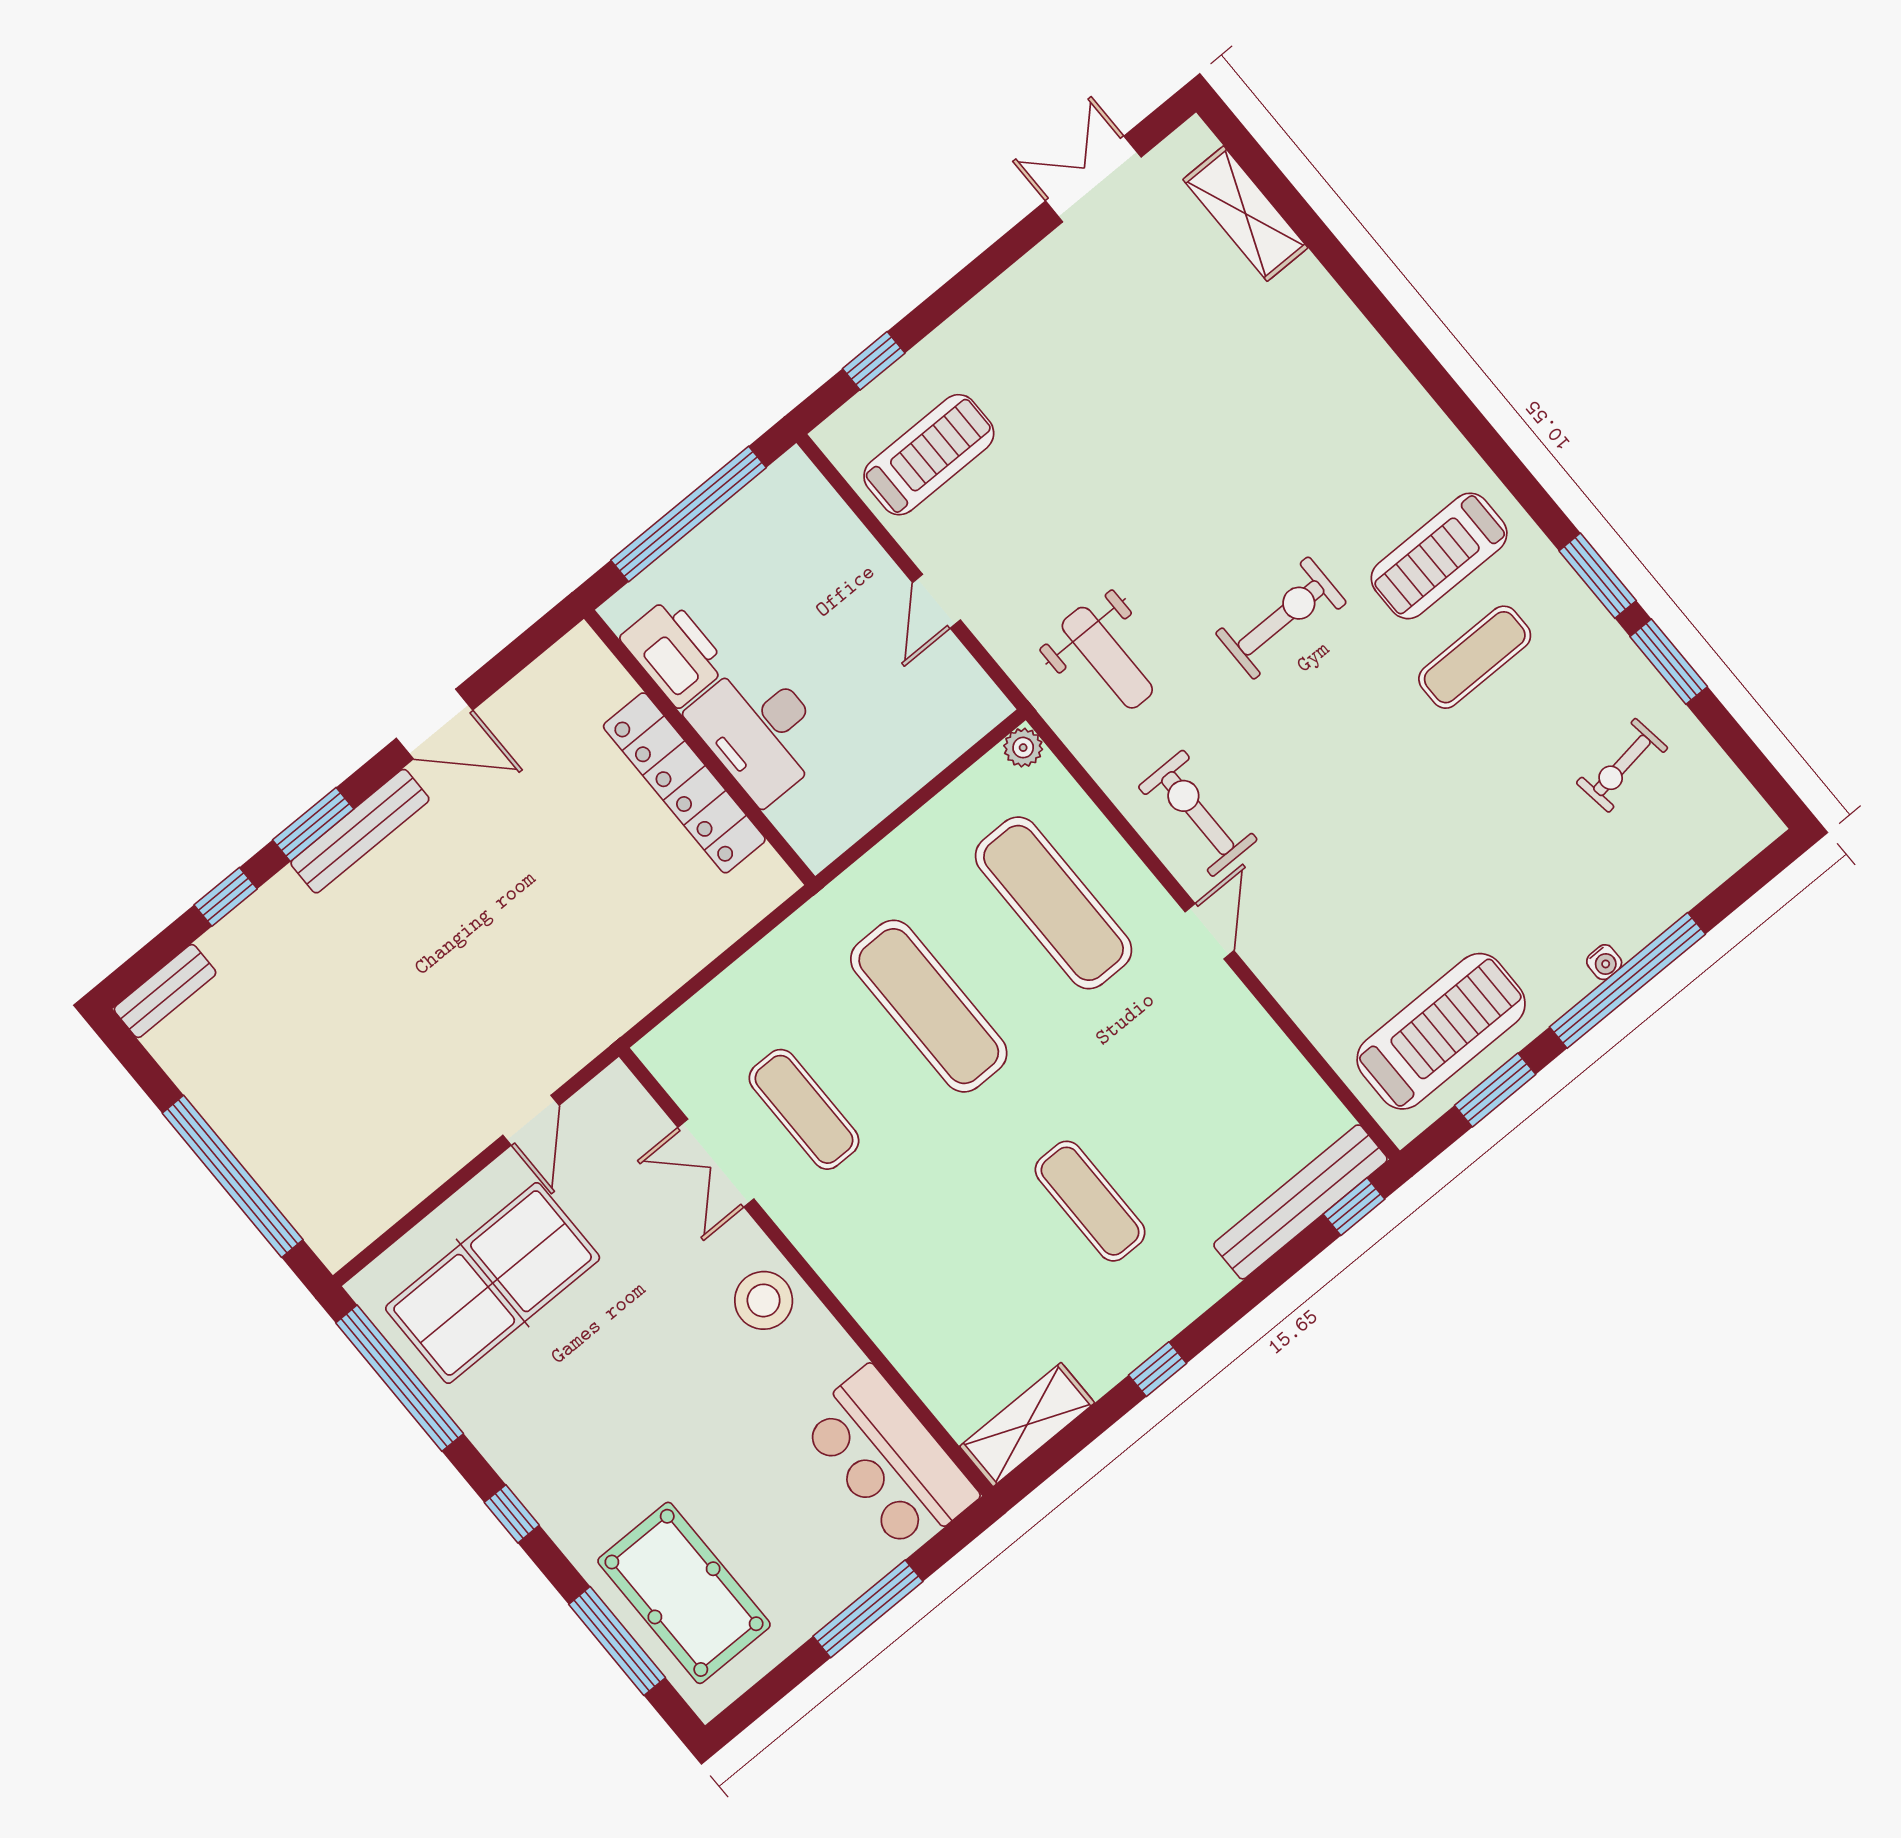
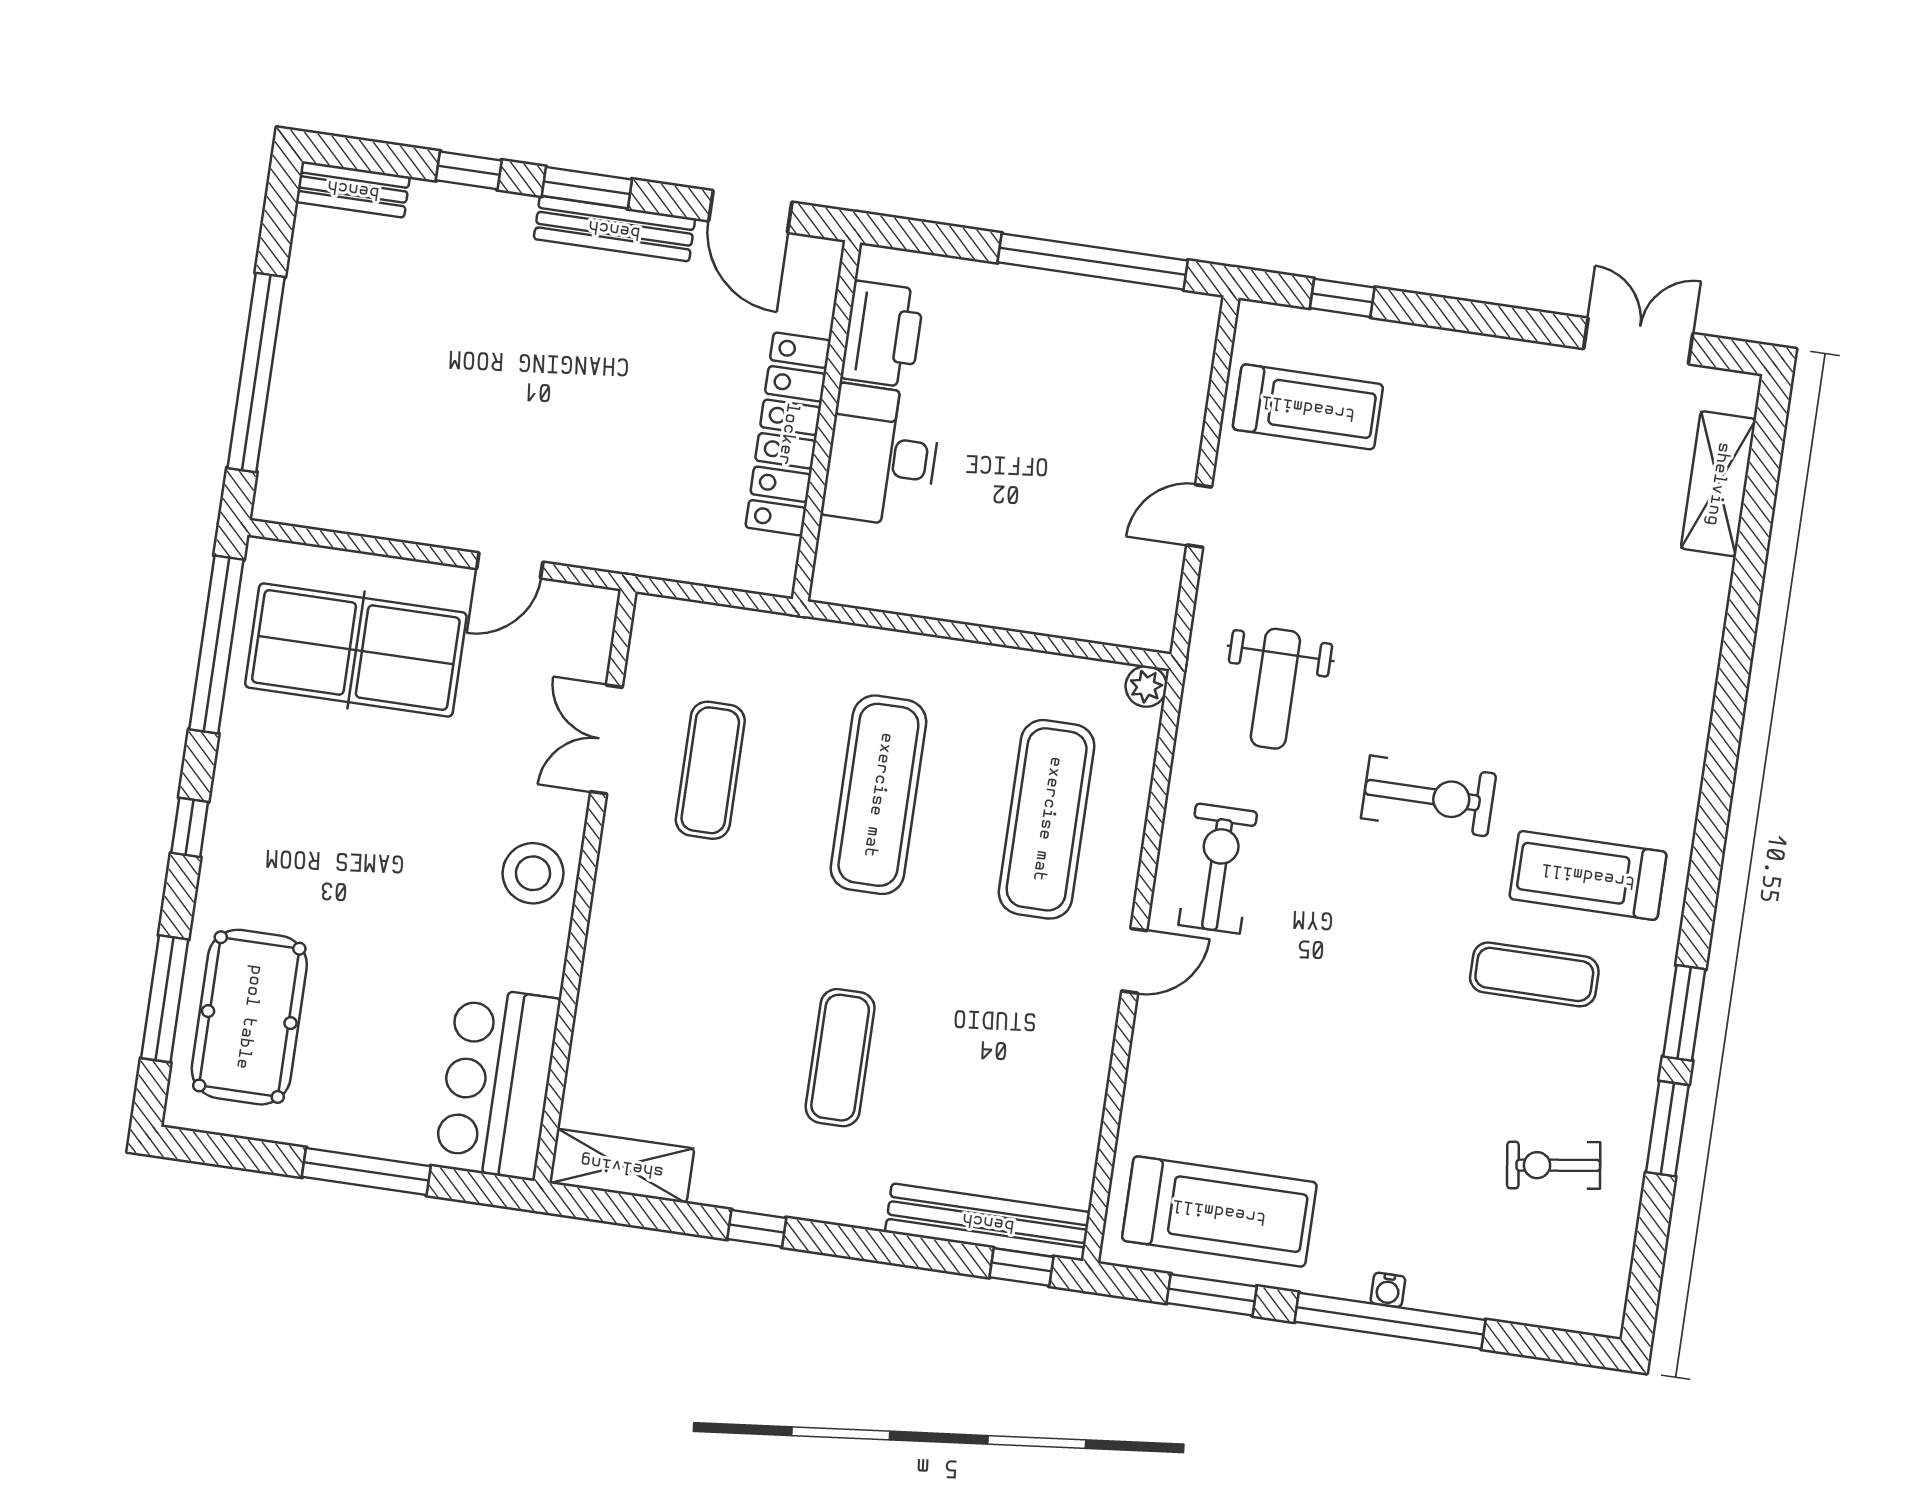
printer: (674, 652) -> (883, 334), moved
desk: (760, 731) -> (882, 456), moved
wall: (700, 747) -> (826, 421), moved
locker: (684, 783) -> (788, 434), moved

